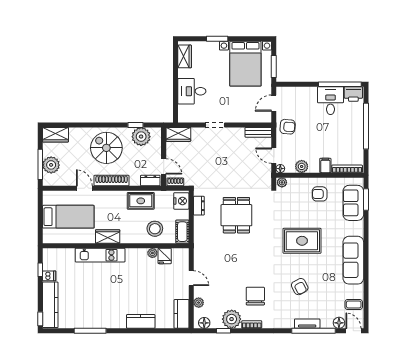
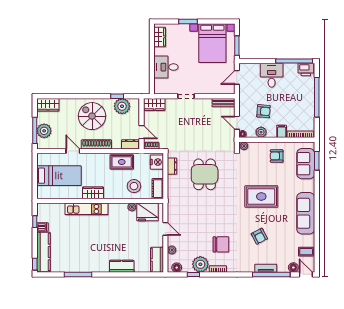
desk: (330, 101) -> (272, 75), moved
armchair: (288, 127) -> (263, 111), moved
fridge: (165, 256) -> (147, 212), width x1.88, depth x1.34
chair: (255, 296) -> (221, 244), turned 90

